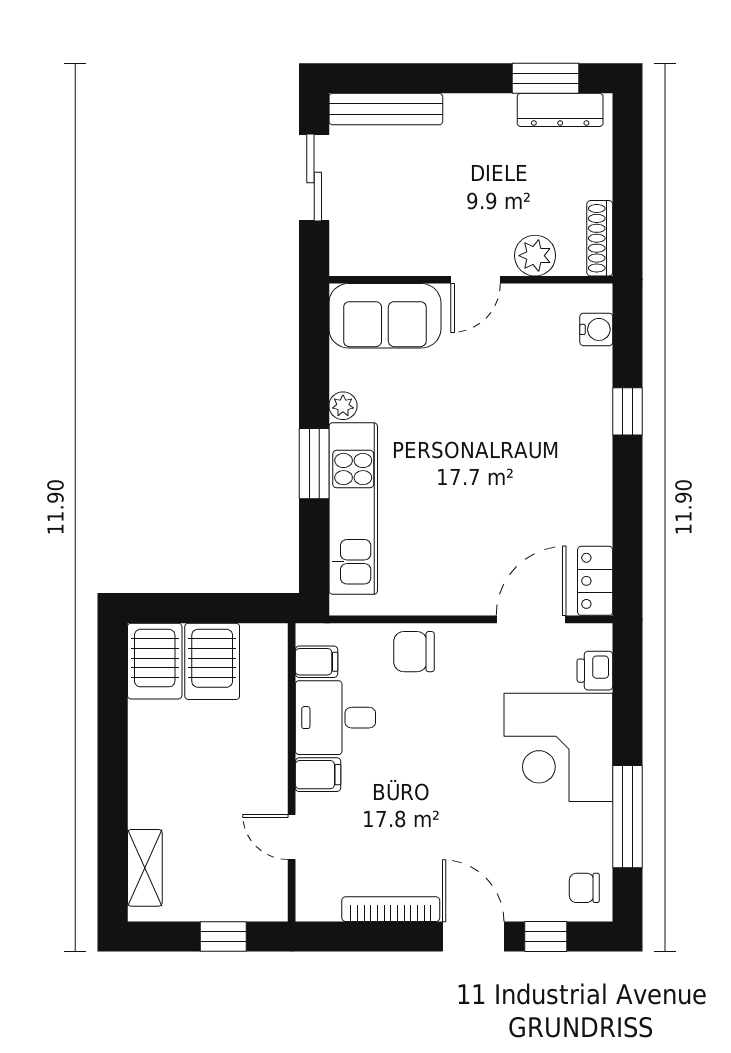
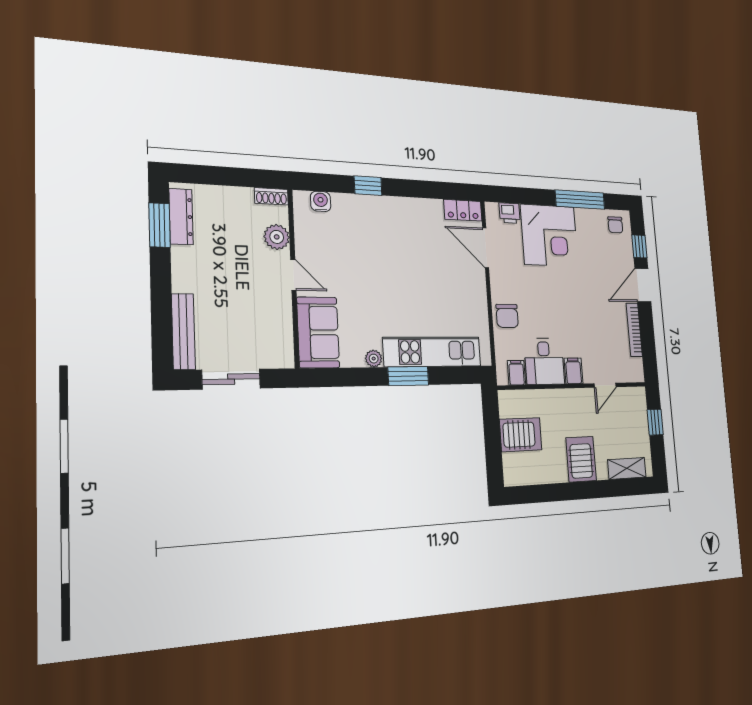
shoe rack: (600, 238) -> (271, 196), width x0.70
server rack: (155, 661) -> (581, 459), moved, turned -90

